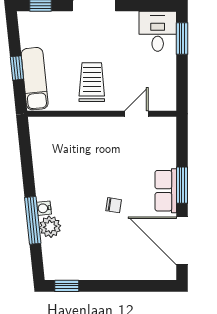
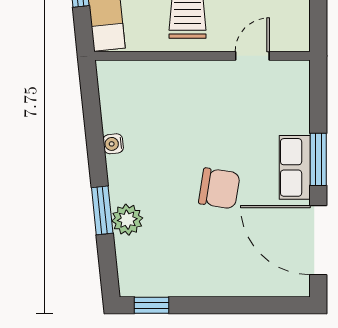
chair: (114, 205) -> (219, 188), width x1.87, depth x1.87
water cooler: (44, 208) -> (113, 144), moved
window: (33, 220) -> (102, 210), width x0.69

